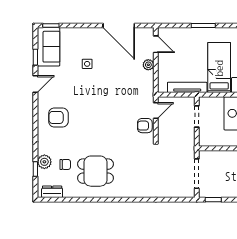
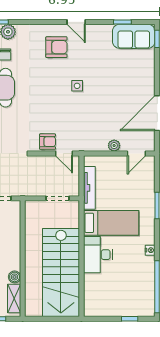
side table: (87, 64) -> (77, 86), moved
door: (35, 84) -> (76, 22), moved
armchair: (58, 117) -> (56, 47), turned 90
armchair: (145, 126) -> (48, 142), turned 90

